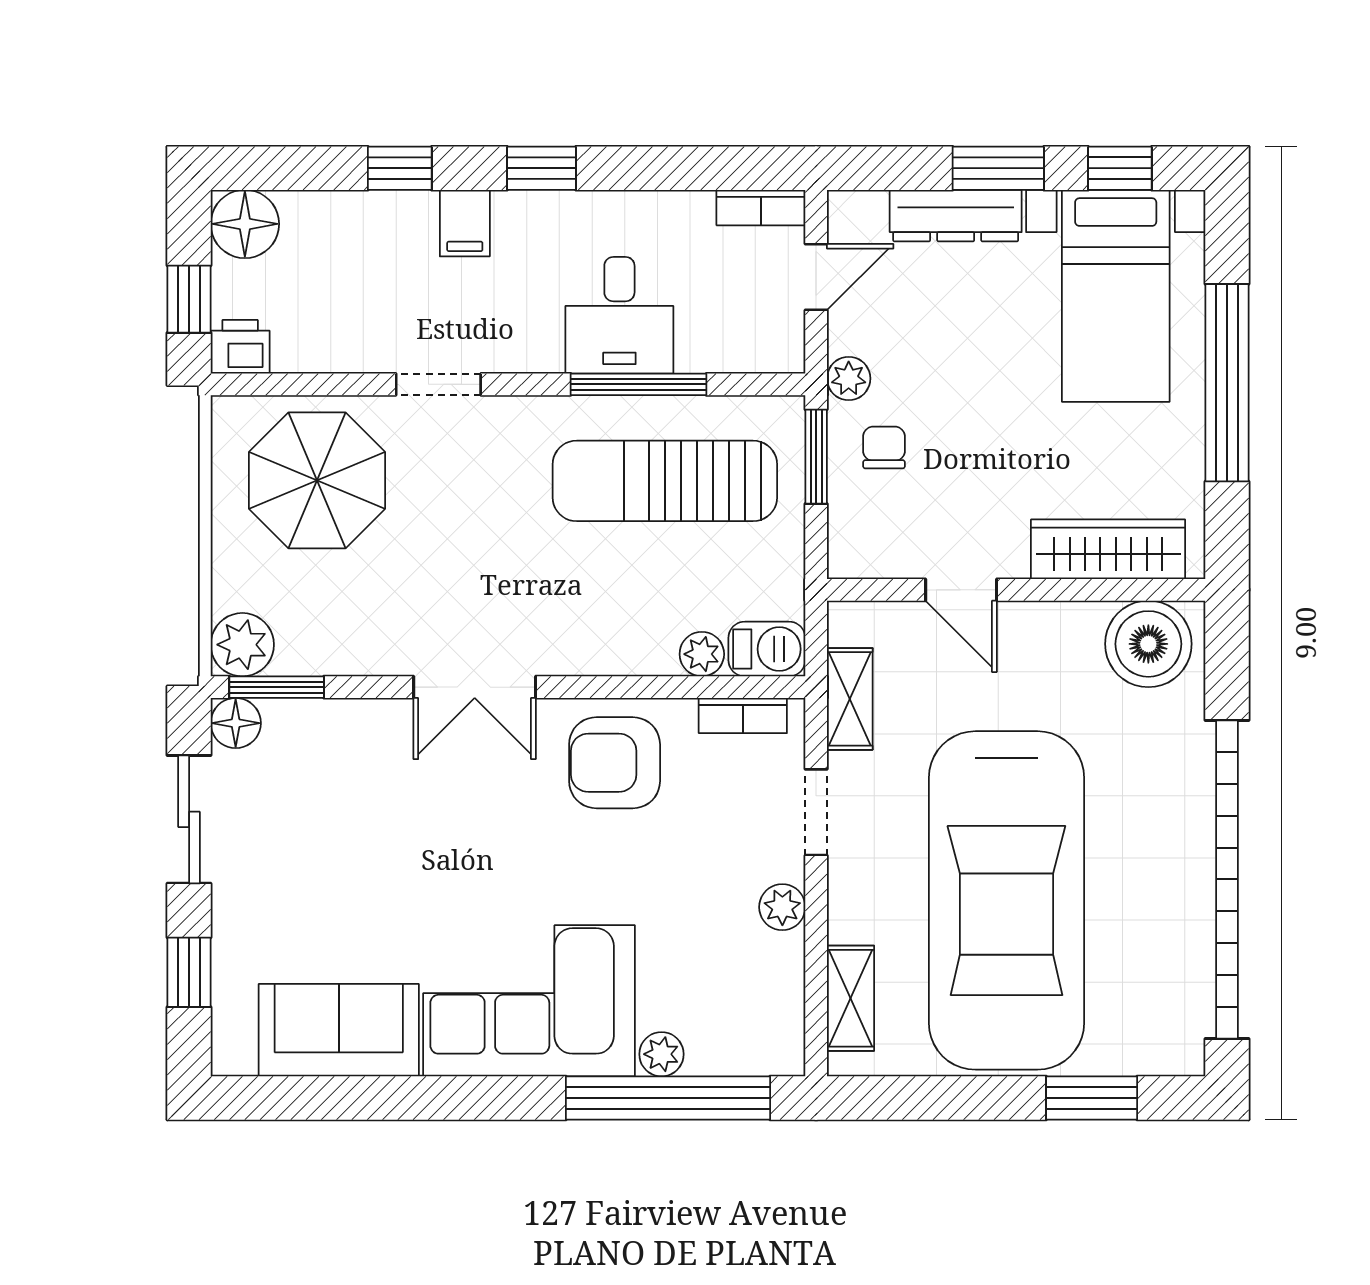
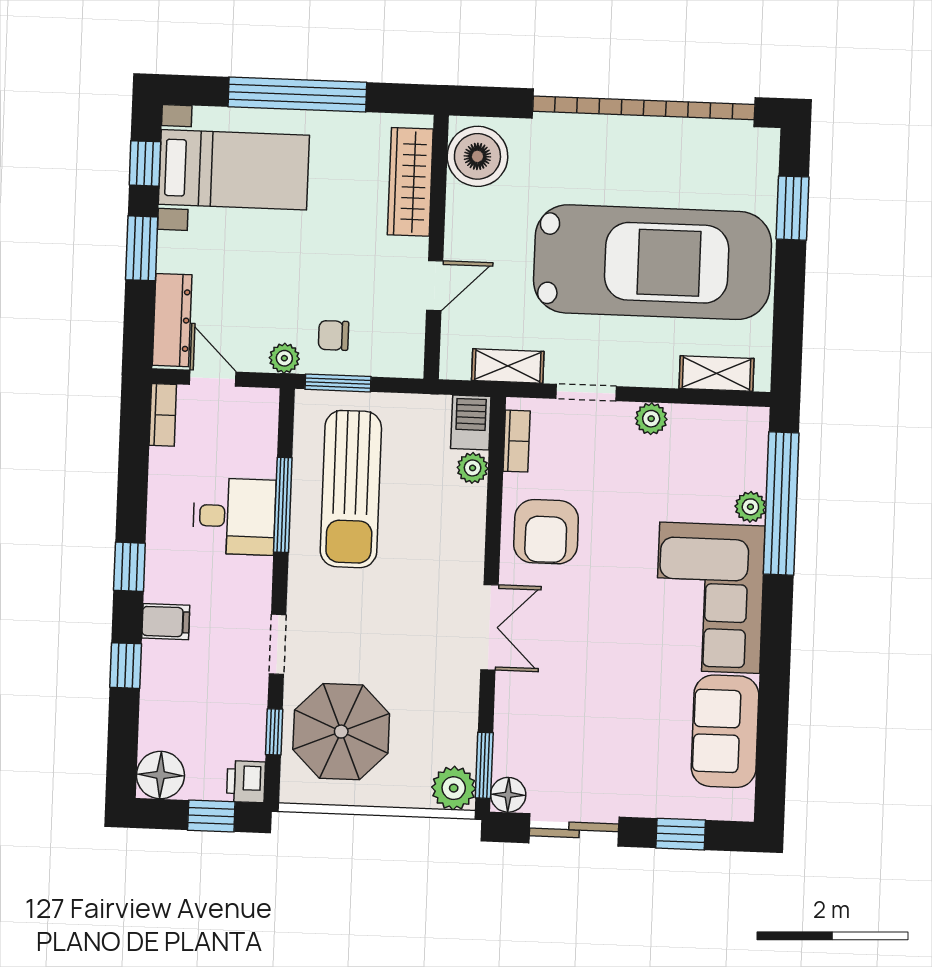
dresser: (956, 216) -> (172, 320), moved
window: (313, 384) -> (274, 732), added

